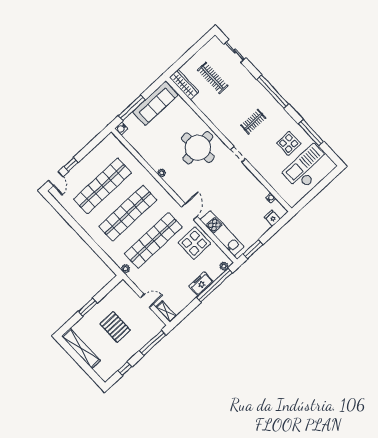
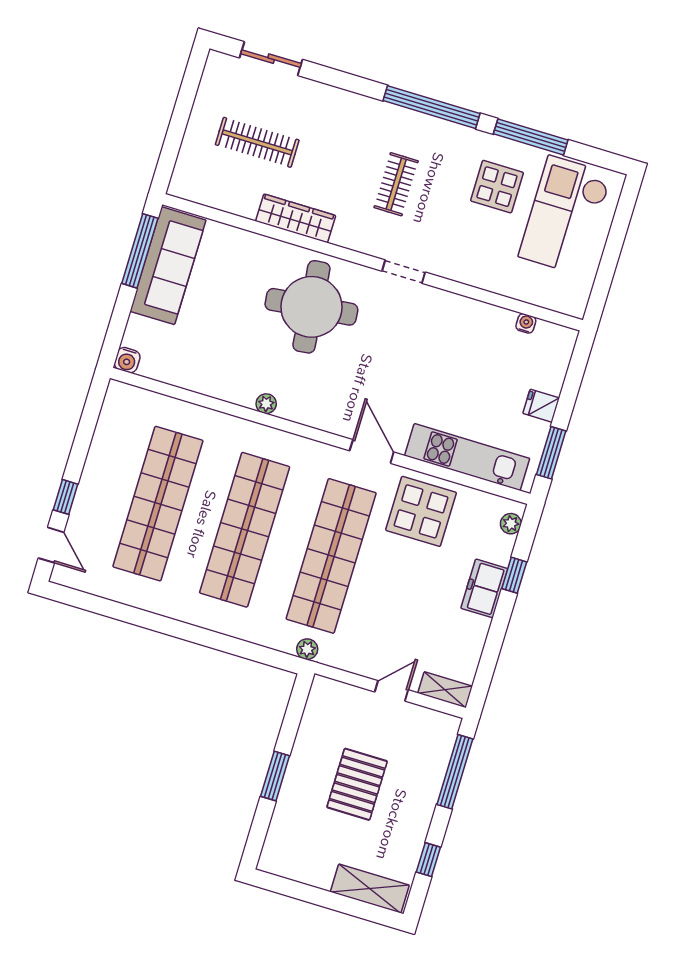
wardrobe: (184, 85) -> (296, 218), moved
window: (273, 92) -> (432, 107), moved
window: (132, 108) -> (140, 251), moved
fridge: (272, 218) -> (541, 406), moved
window: (214, 285) -> (514, 575), width x0.32
pallet: (115, 327) -> (357, 784), turned 90
shelving: (81, 348) -> (370, 889), moved, width x0.68

